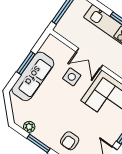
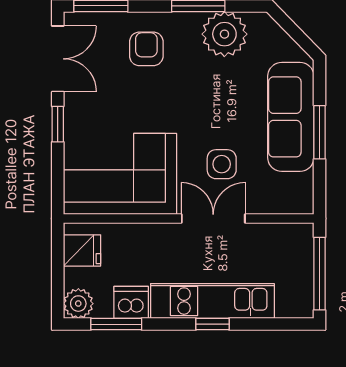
plant: (29, 127) -> (224, 34), width x1.87, depth x1.87

